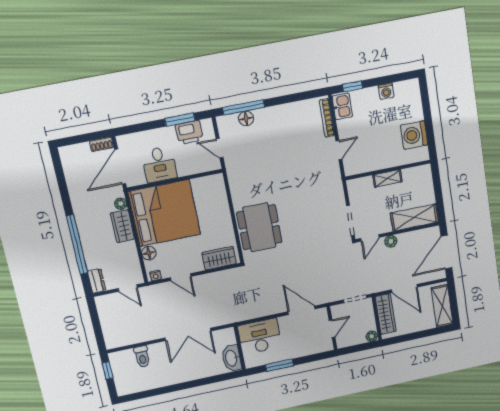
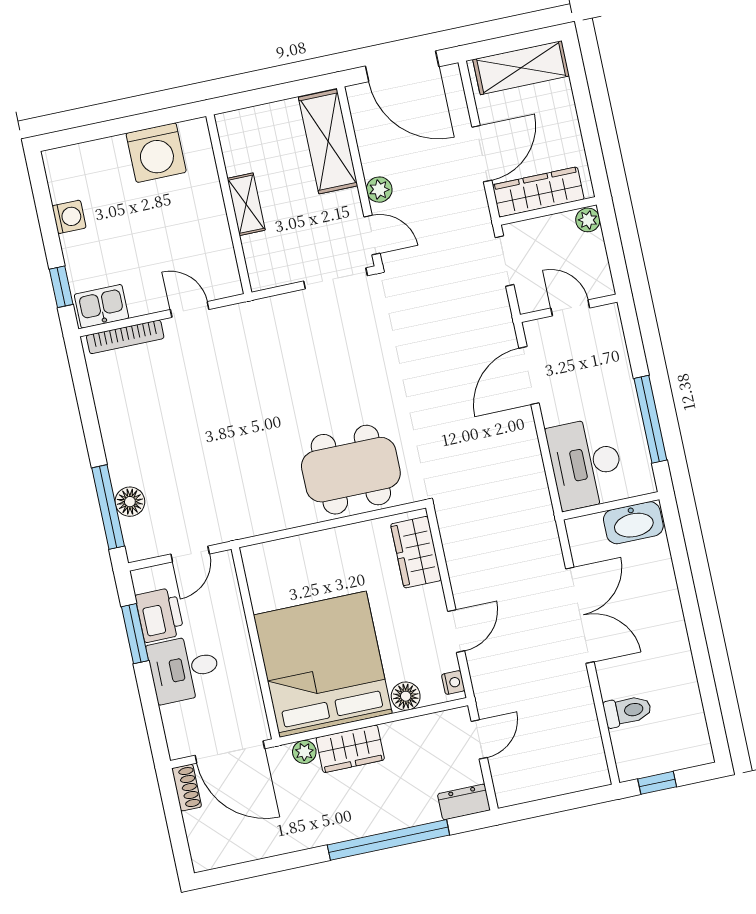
desk: (159, 164) -> (184, 669), moved, turned 180
window: (280, 365) -> (650, 419), width x1.44

